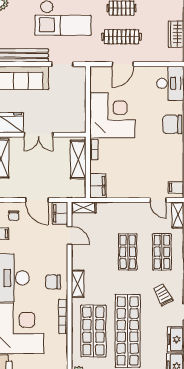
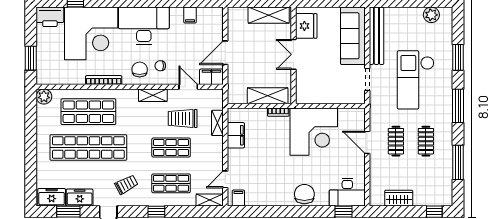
clothes rail: (122, 37) -> (396, 141), width x0.73
filing cabinet: (98, 186) -> (236, 135), moved, turned -90
shelving: (84, 207) -> (217, 123), moved
chair: (14, 216) -> (160, 66), moved
door: (70, 235) -> (188, 87), swing flipped
trolley: (100, 241) -> (183, 118), added
shelving: (78, 284) -> (153, 95), moved

